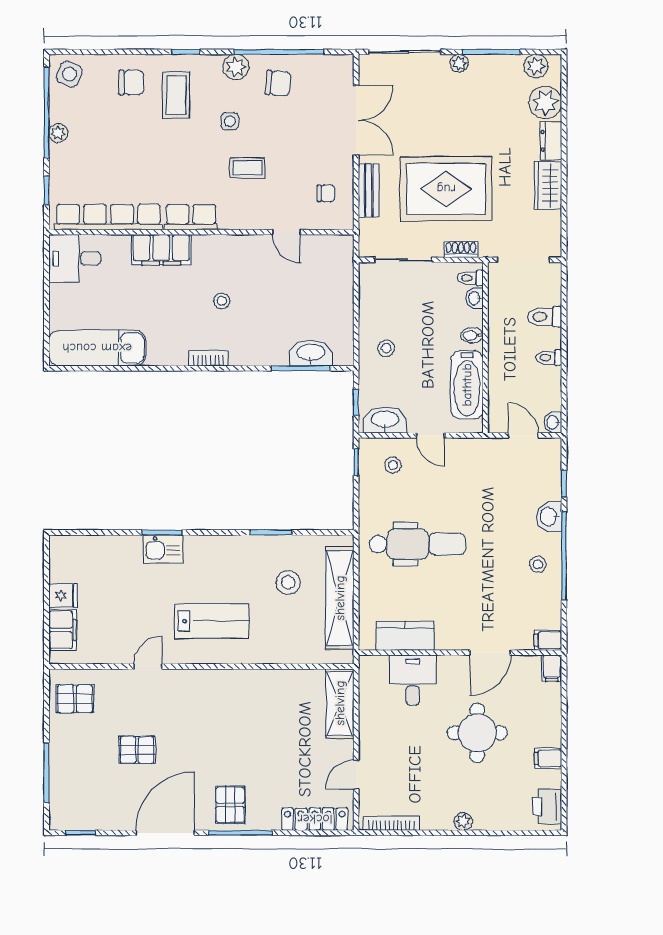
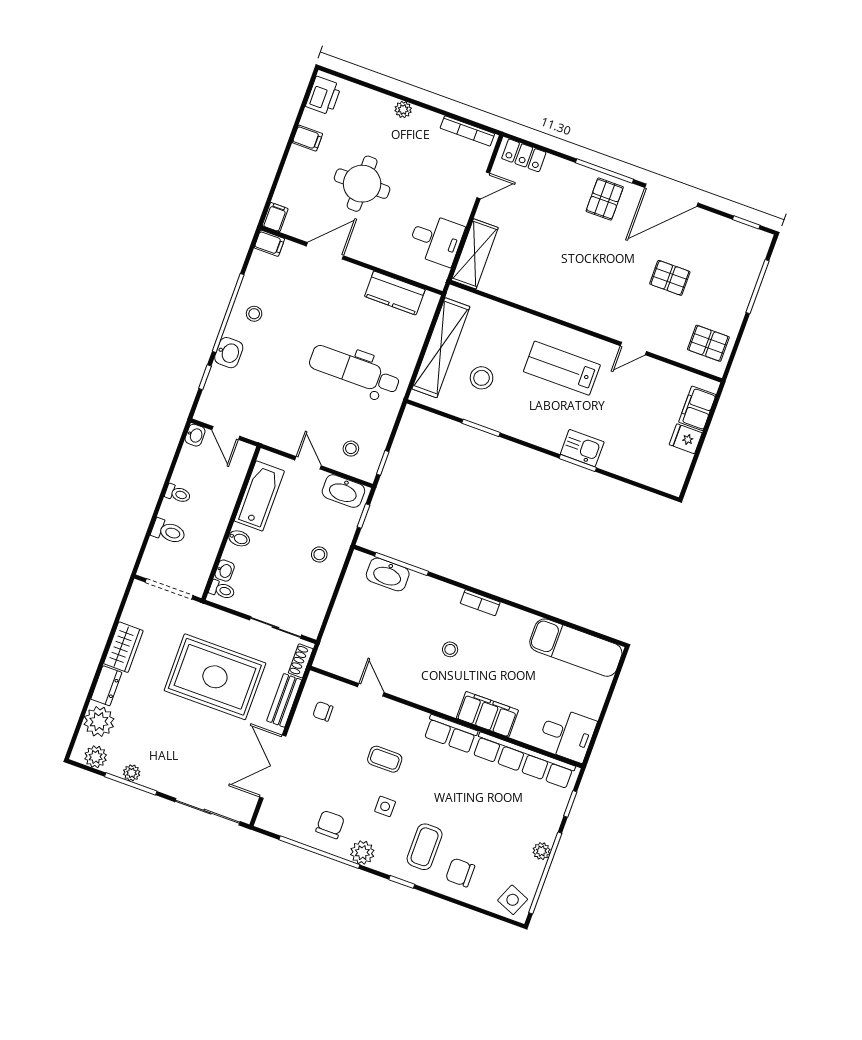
plant: (459, 63) -> (132, 773), moved
chair: (278, 83) -> (330, 825), turned 85
shoe rack: (461, 249) -> (301, 661), moved, turned 90
desk: (413, 680) -> (436, 239), moved, turned -90
locker: (315, 819) -> (524, 155), width x0.66

